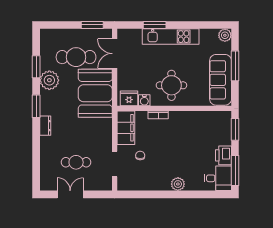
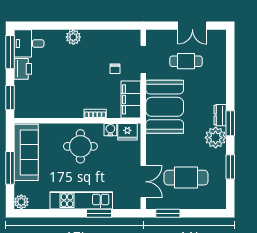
plant: (49, 80) -> (216, 138), moved
booth: (95, 93) -> (165, 107), moved
dresser: (45, 126) -> (220, 115), moved

